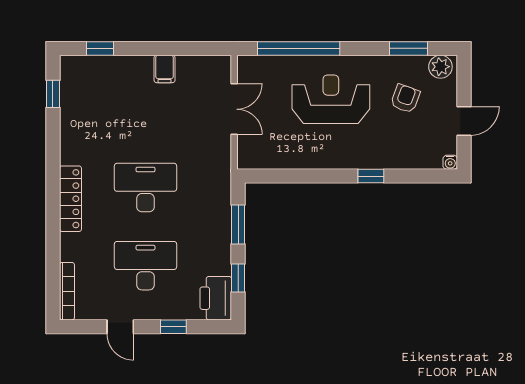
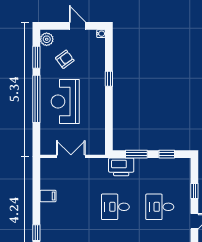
window: (299, 48) -> (36, 99), moved
armchair: (405, 99) -> (65, 59), turned 124
desk: (146, 188) -> (115, 207), width x0.73
desk: (146, 266) -> (160, 207), width x0.73
printer: (216, 298) -> (121, 167), moved

